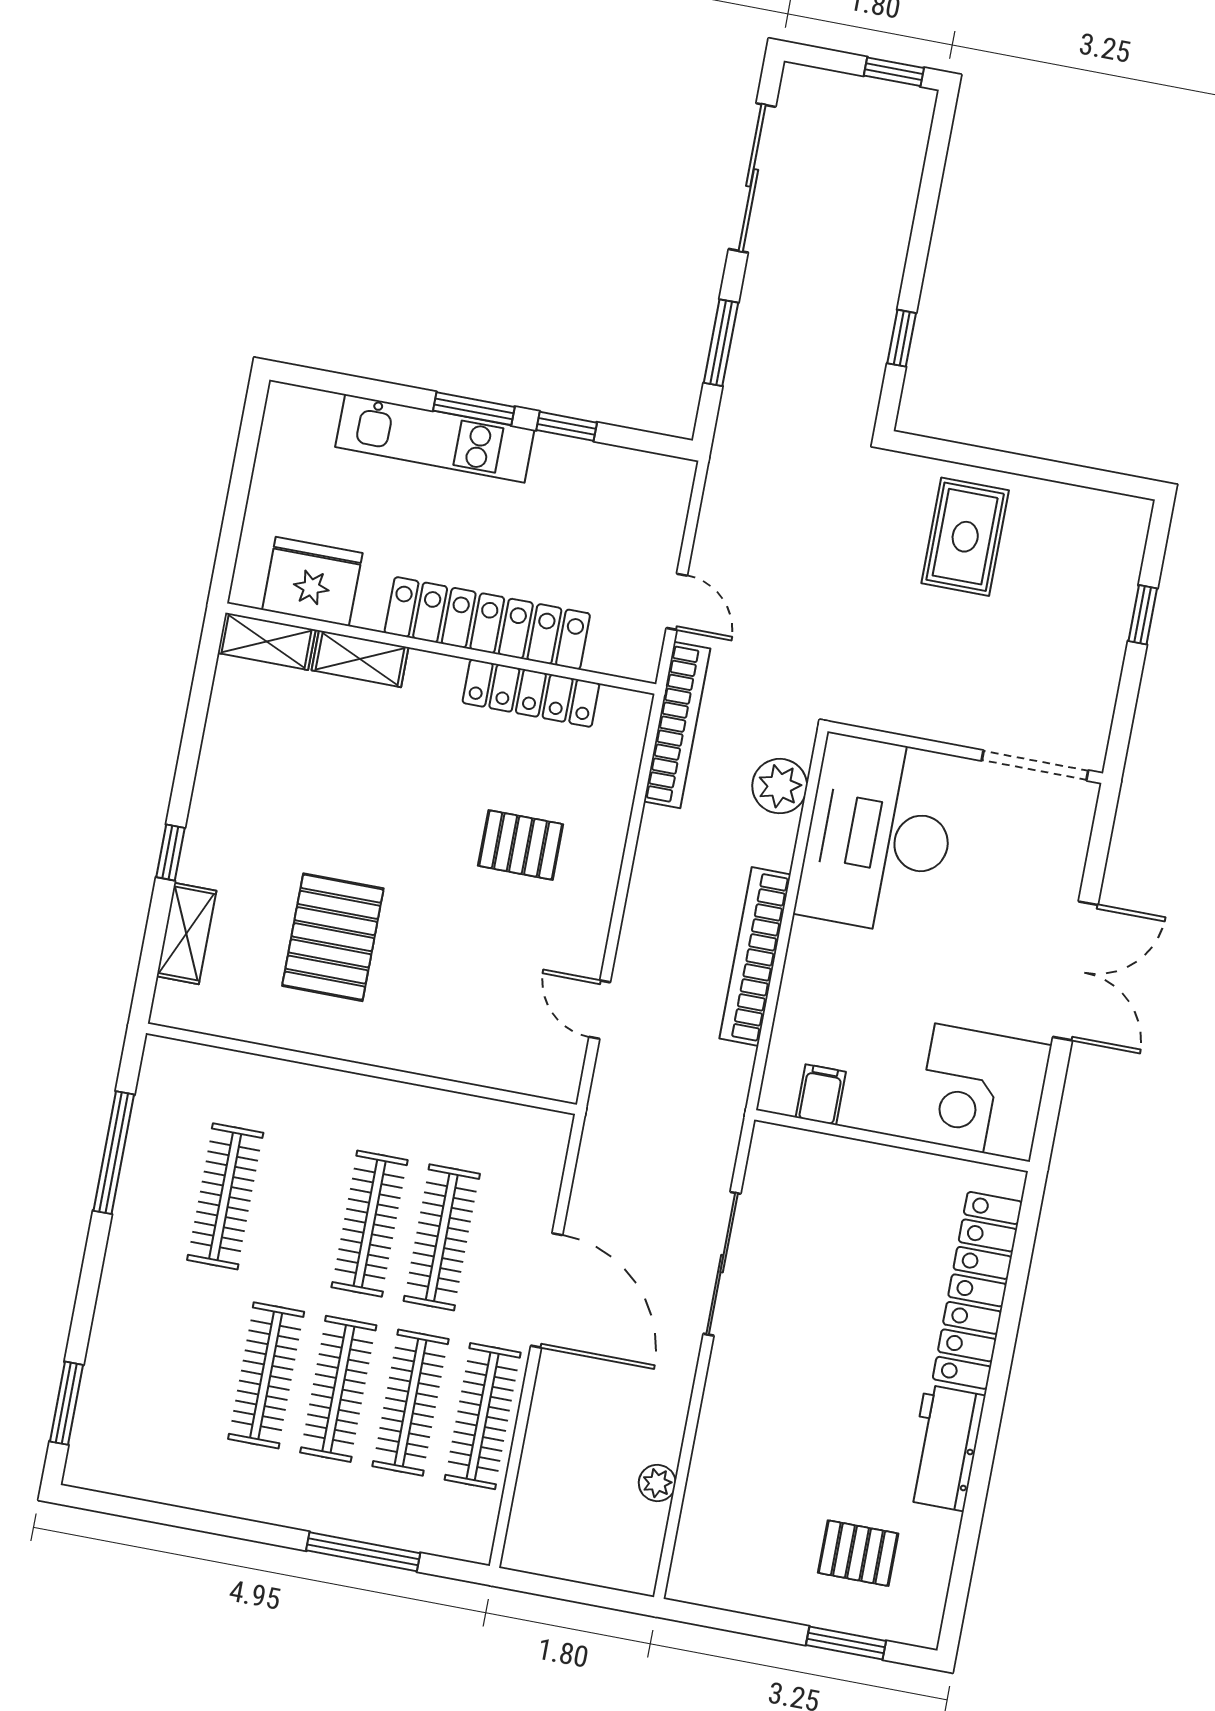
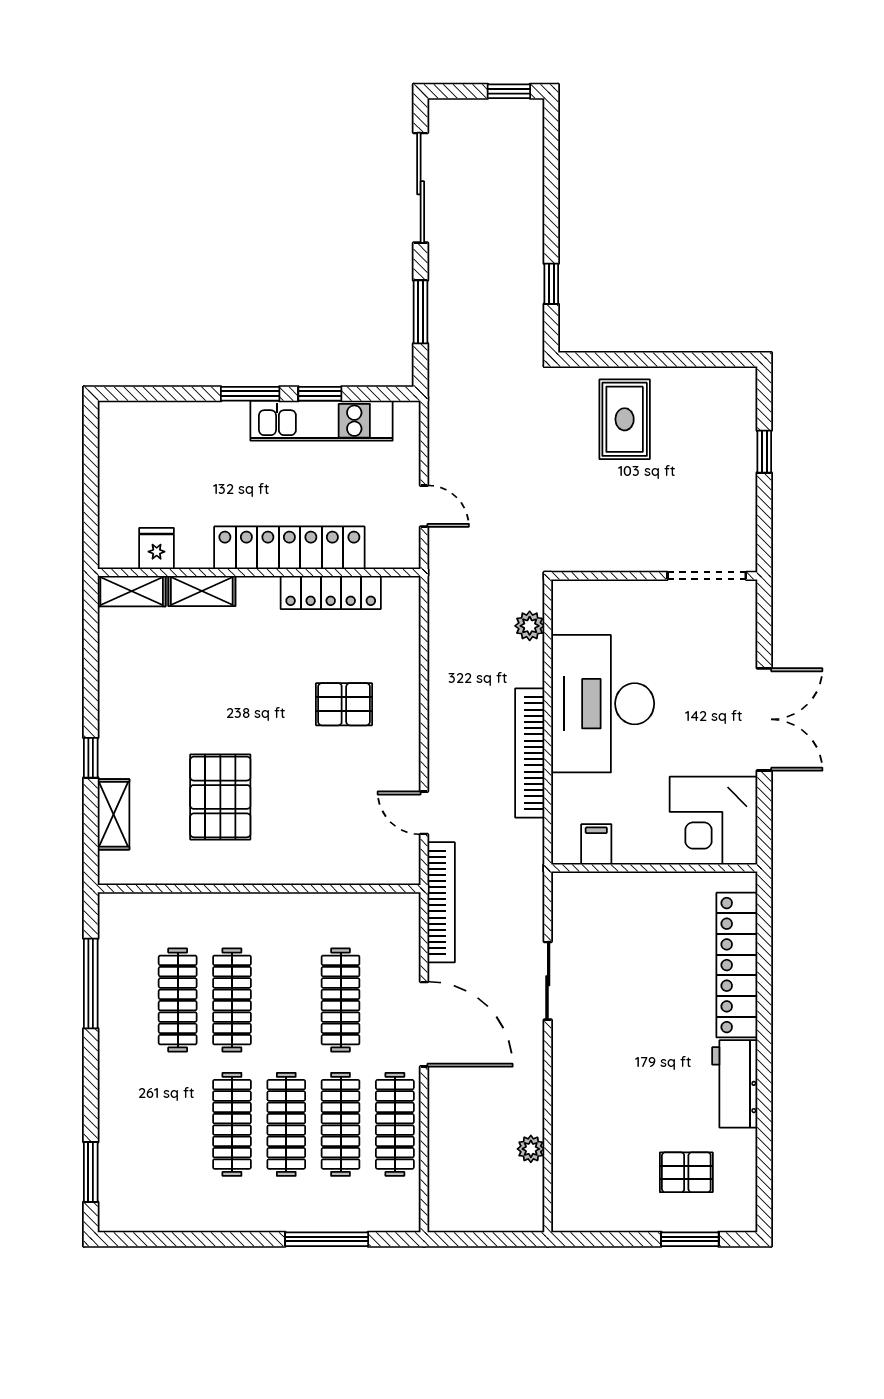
kitchen unit: (435, 438) -> (322, 421), moved
fridge: (312, 581) -> (157, 548), width x0.53, depth x0.75
bookcase: (677, 725) -> (441, 902), moved
plant: (780, 786) -> (530, 626), width x0.73, depth x0.73
desk: (879, 835) -> (603, 704), moved
clothes rail: (370, 1224) -> (232, 1000), moved
sliding door: (722, 1264) -> (548, 981), width x0.73

